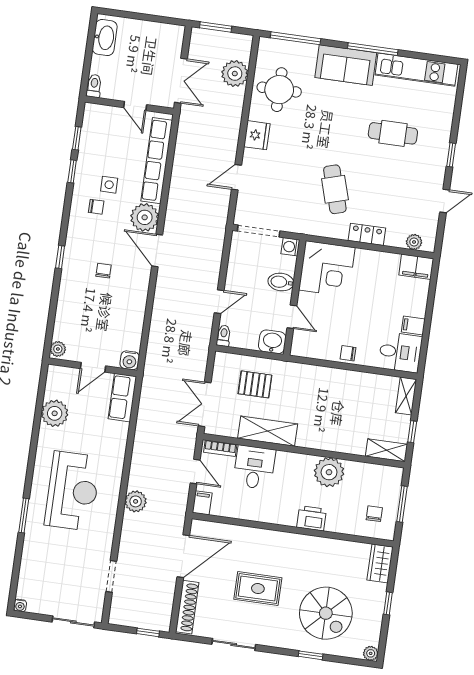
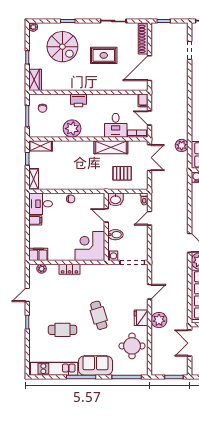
plant: (235, 74) -> (159, 320), moved
cafe table: (335, 189) -> (99, 315), moved
plant: (136, 501) -> (182, 145), moved
spiral stairs: (326, 613) -> (62, 47), turned 180

